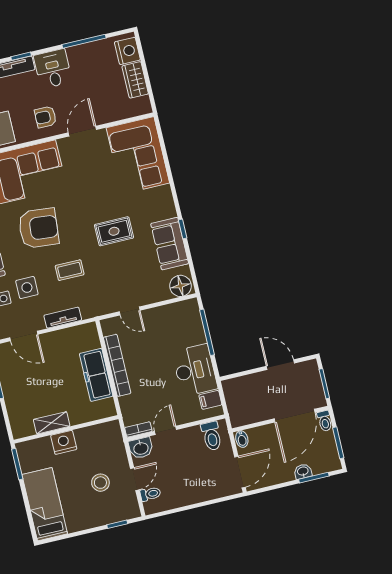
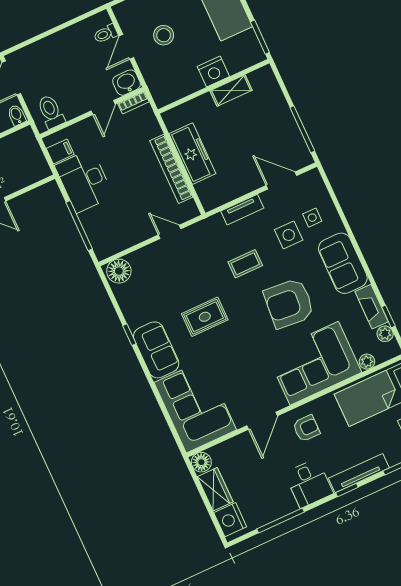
floor lamp: (142, 106) -> (201, 462), added
sofa: (170, 244) -> (156, 350), moved

